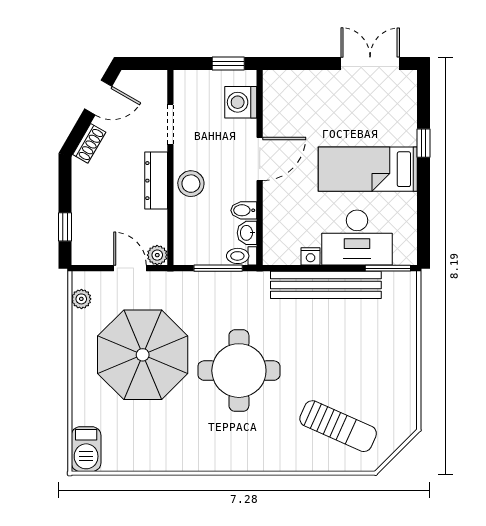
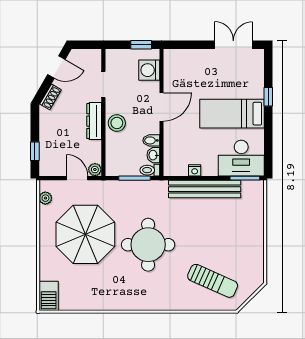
desk: (357, 237) -> (241, 158), moved

